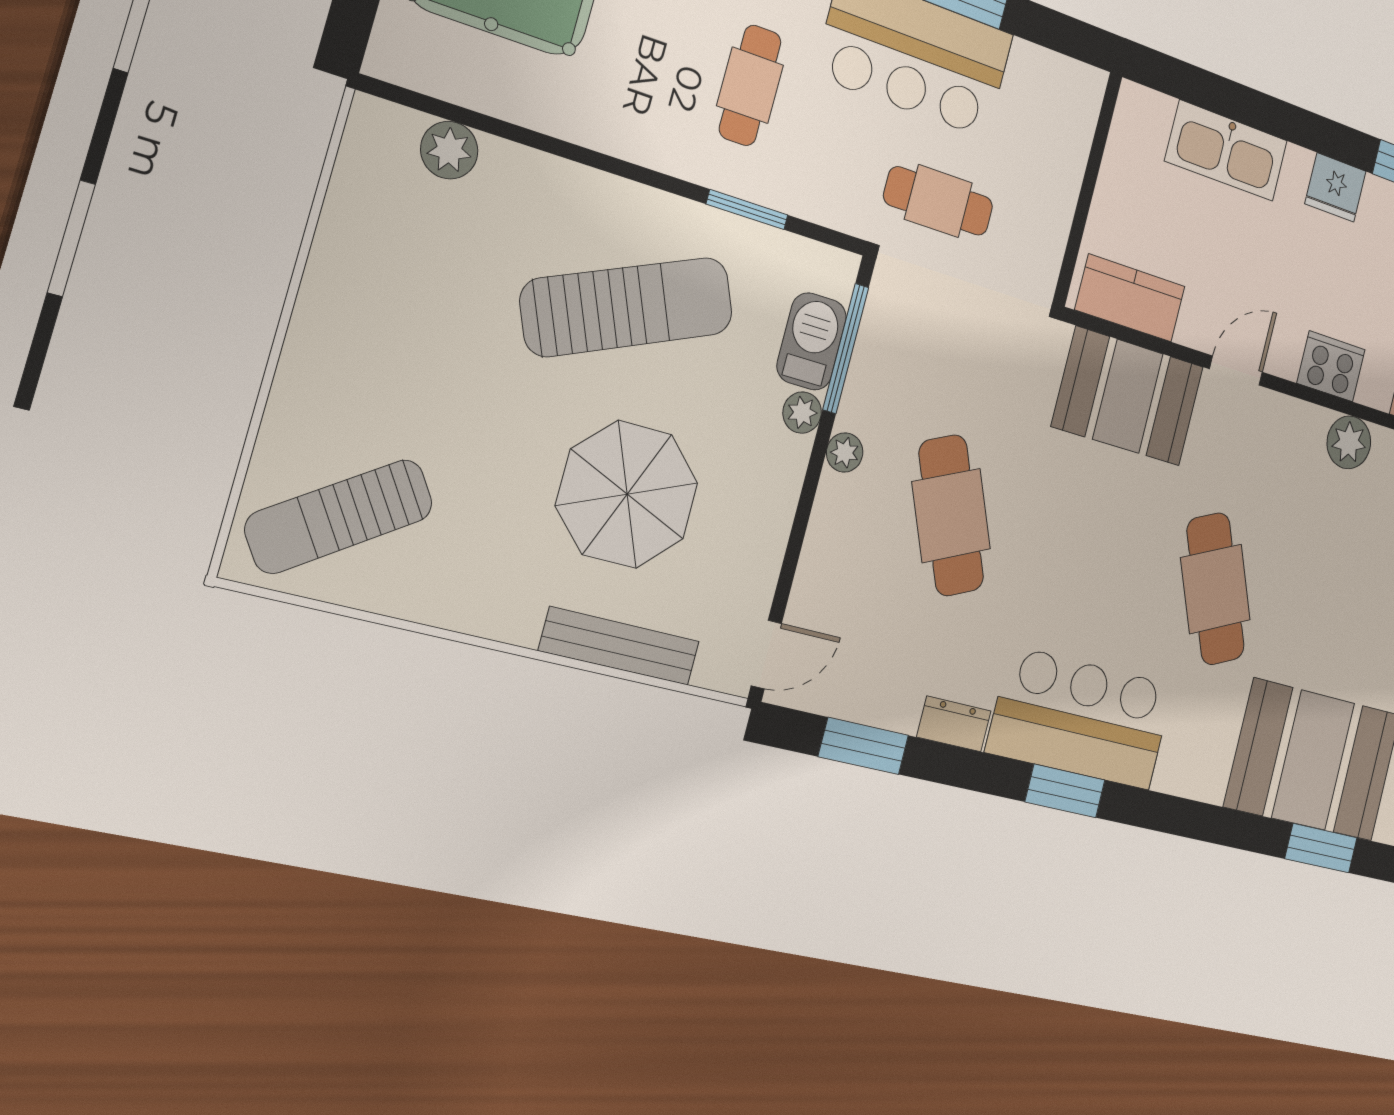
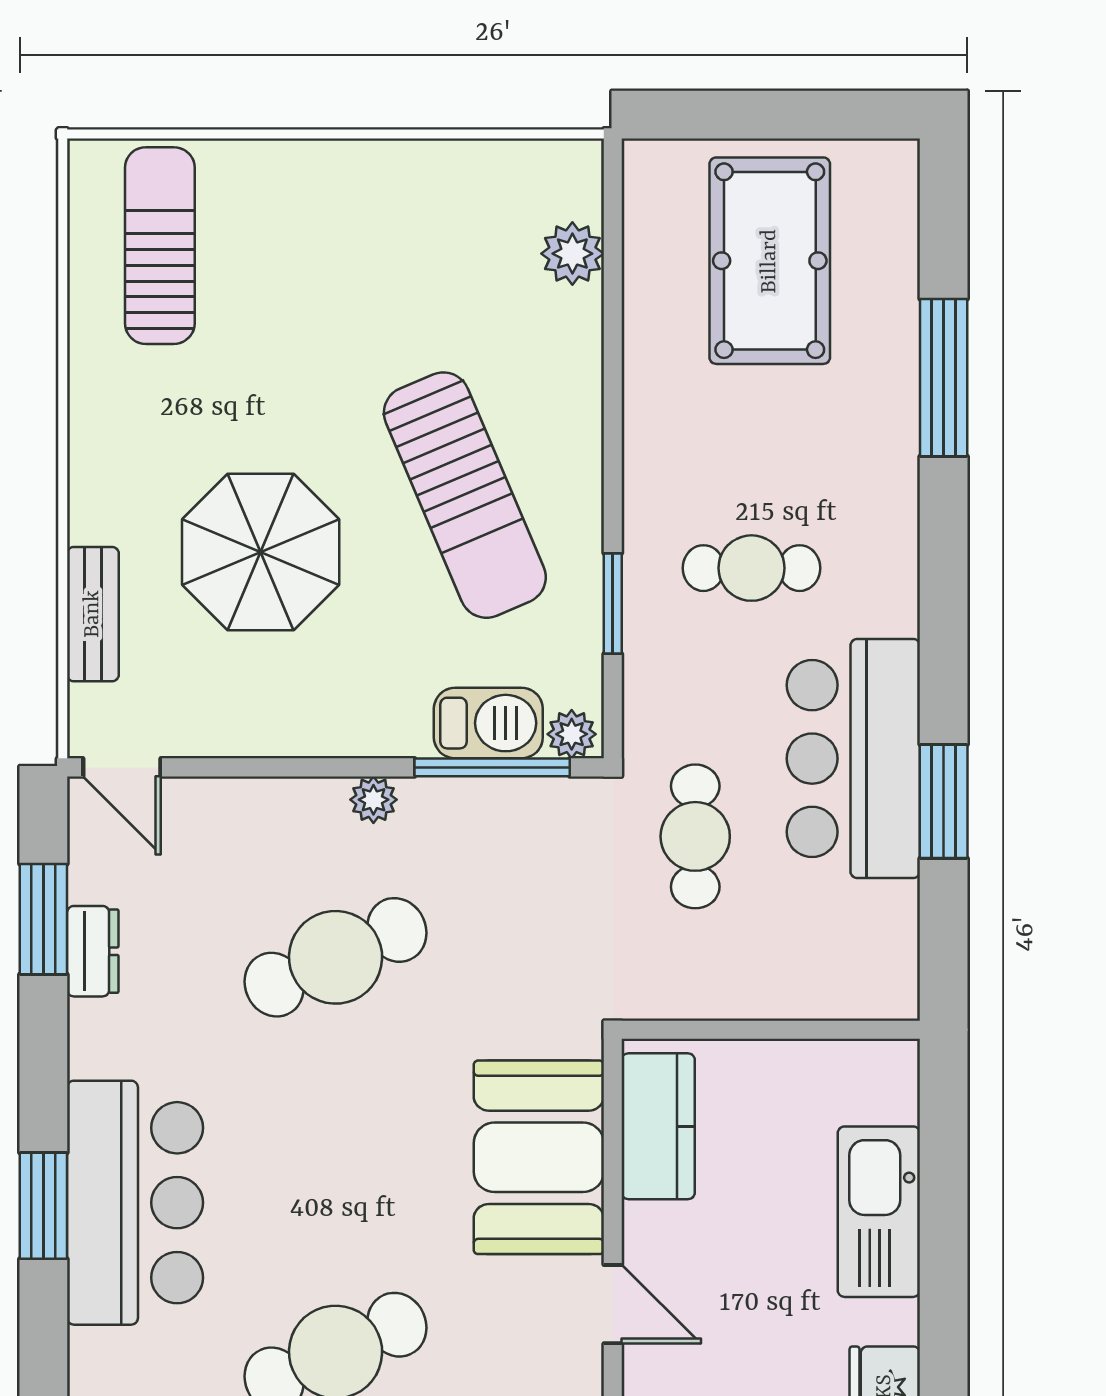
plant: (802, 413) -> (572, 734), moved
sun lounger: (340, 516) -> (160, 246), turned 34
bench: (619, 646) -> (93, 614), width x0.73
dresser: (954, 724) -> (93, 951), moved

